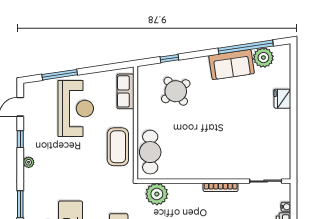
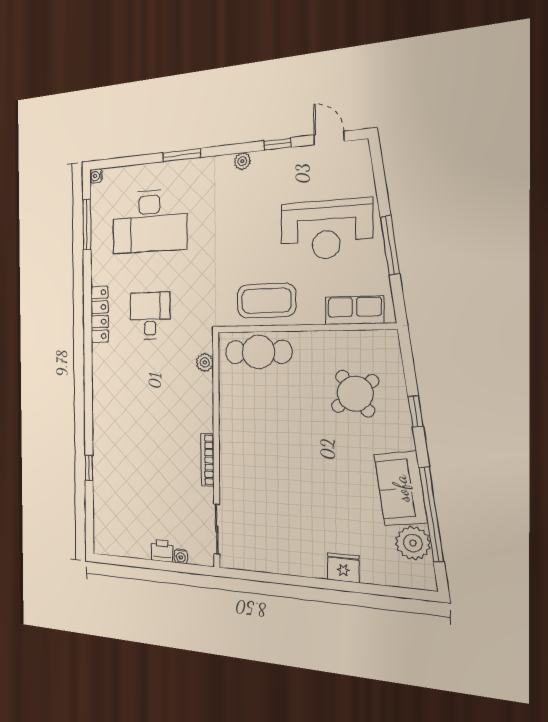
window: (169, 58) -> (416, 411), moved
window: (60, 75) -> (390, 245), moved
plant: (157, 194) -> (205, 362), width x0.53, depth x0.53

